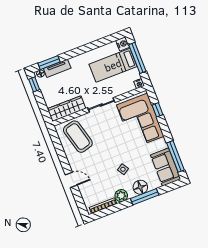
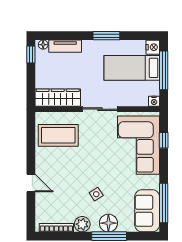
window: (49, 63) -> (106, 36), moved
coffee table: (78, 137) -> (58, 135), turned -75

